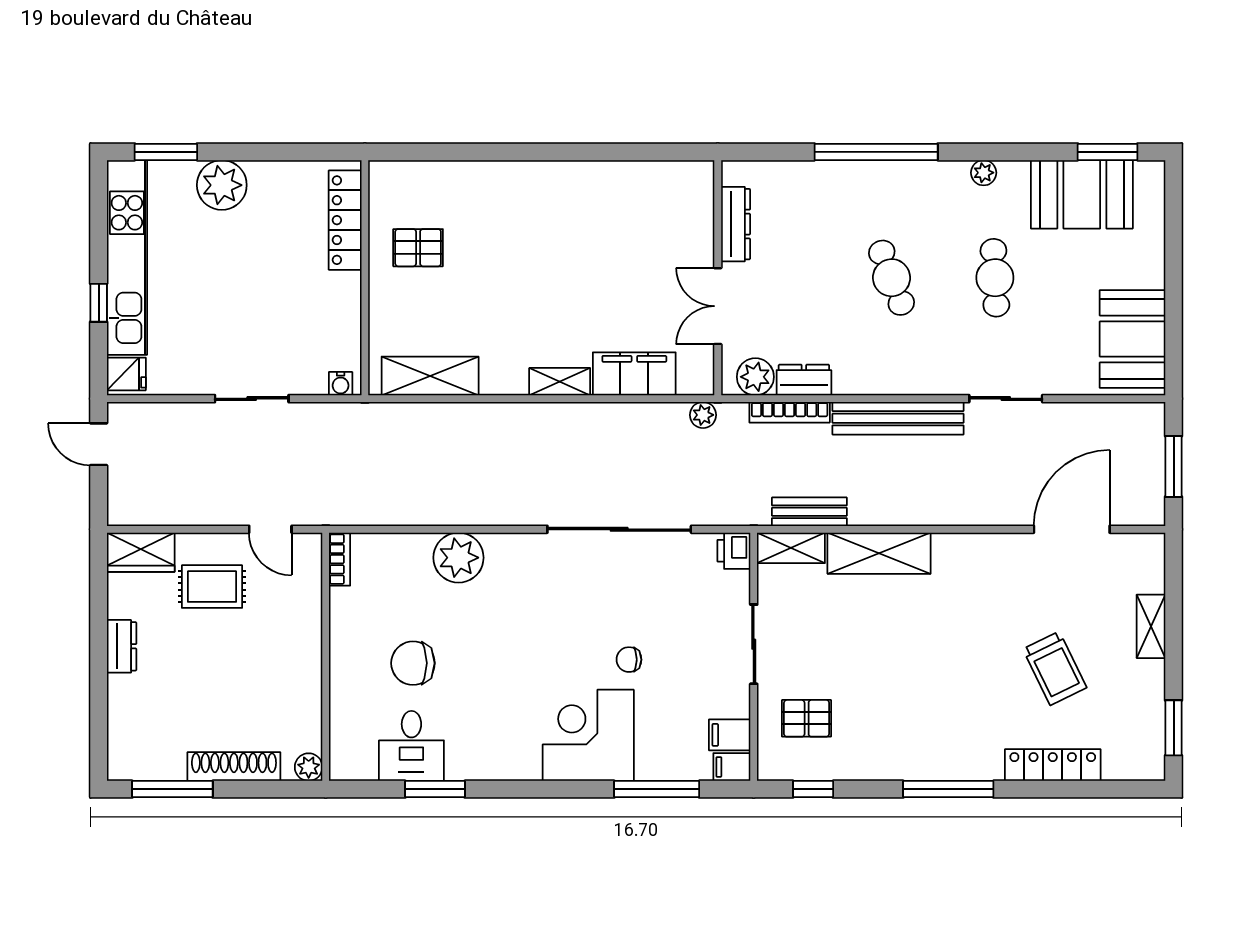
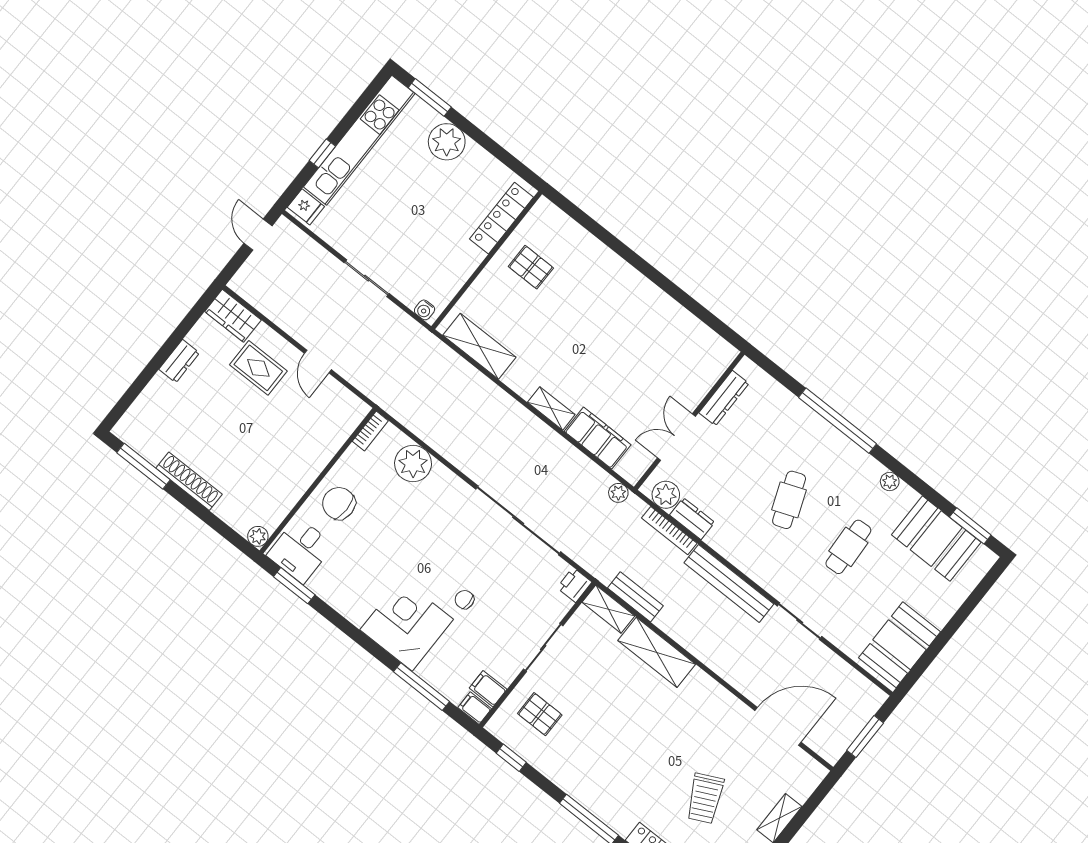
bookcase: (340, 559) -> (370, 431), moved
wall: (326, 657) -> (318, 481), moved
plant: (309, 767) -> (258, 536), moved

